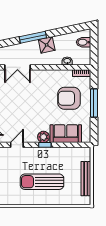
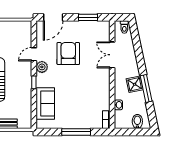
window: (33, 37) -> (146, 88), moved
armchair: (69, 98) -> (68, 54), moved
plant: (43, 137) -> (42, 67), moved
door: (17, 145) -> (34, 54), swing flipped

